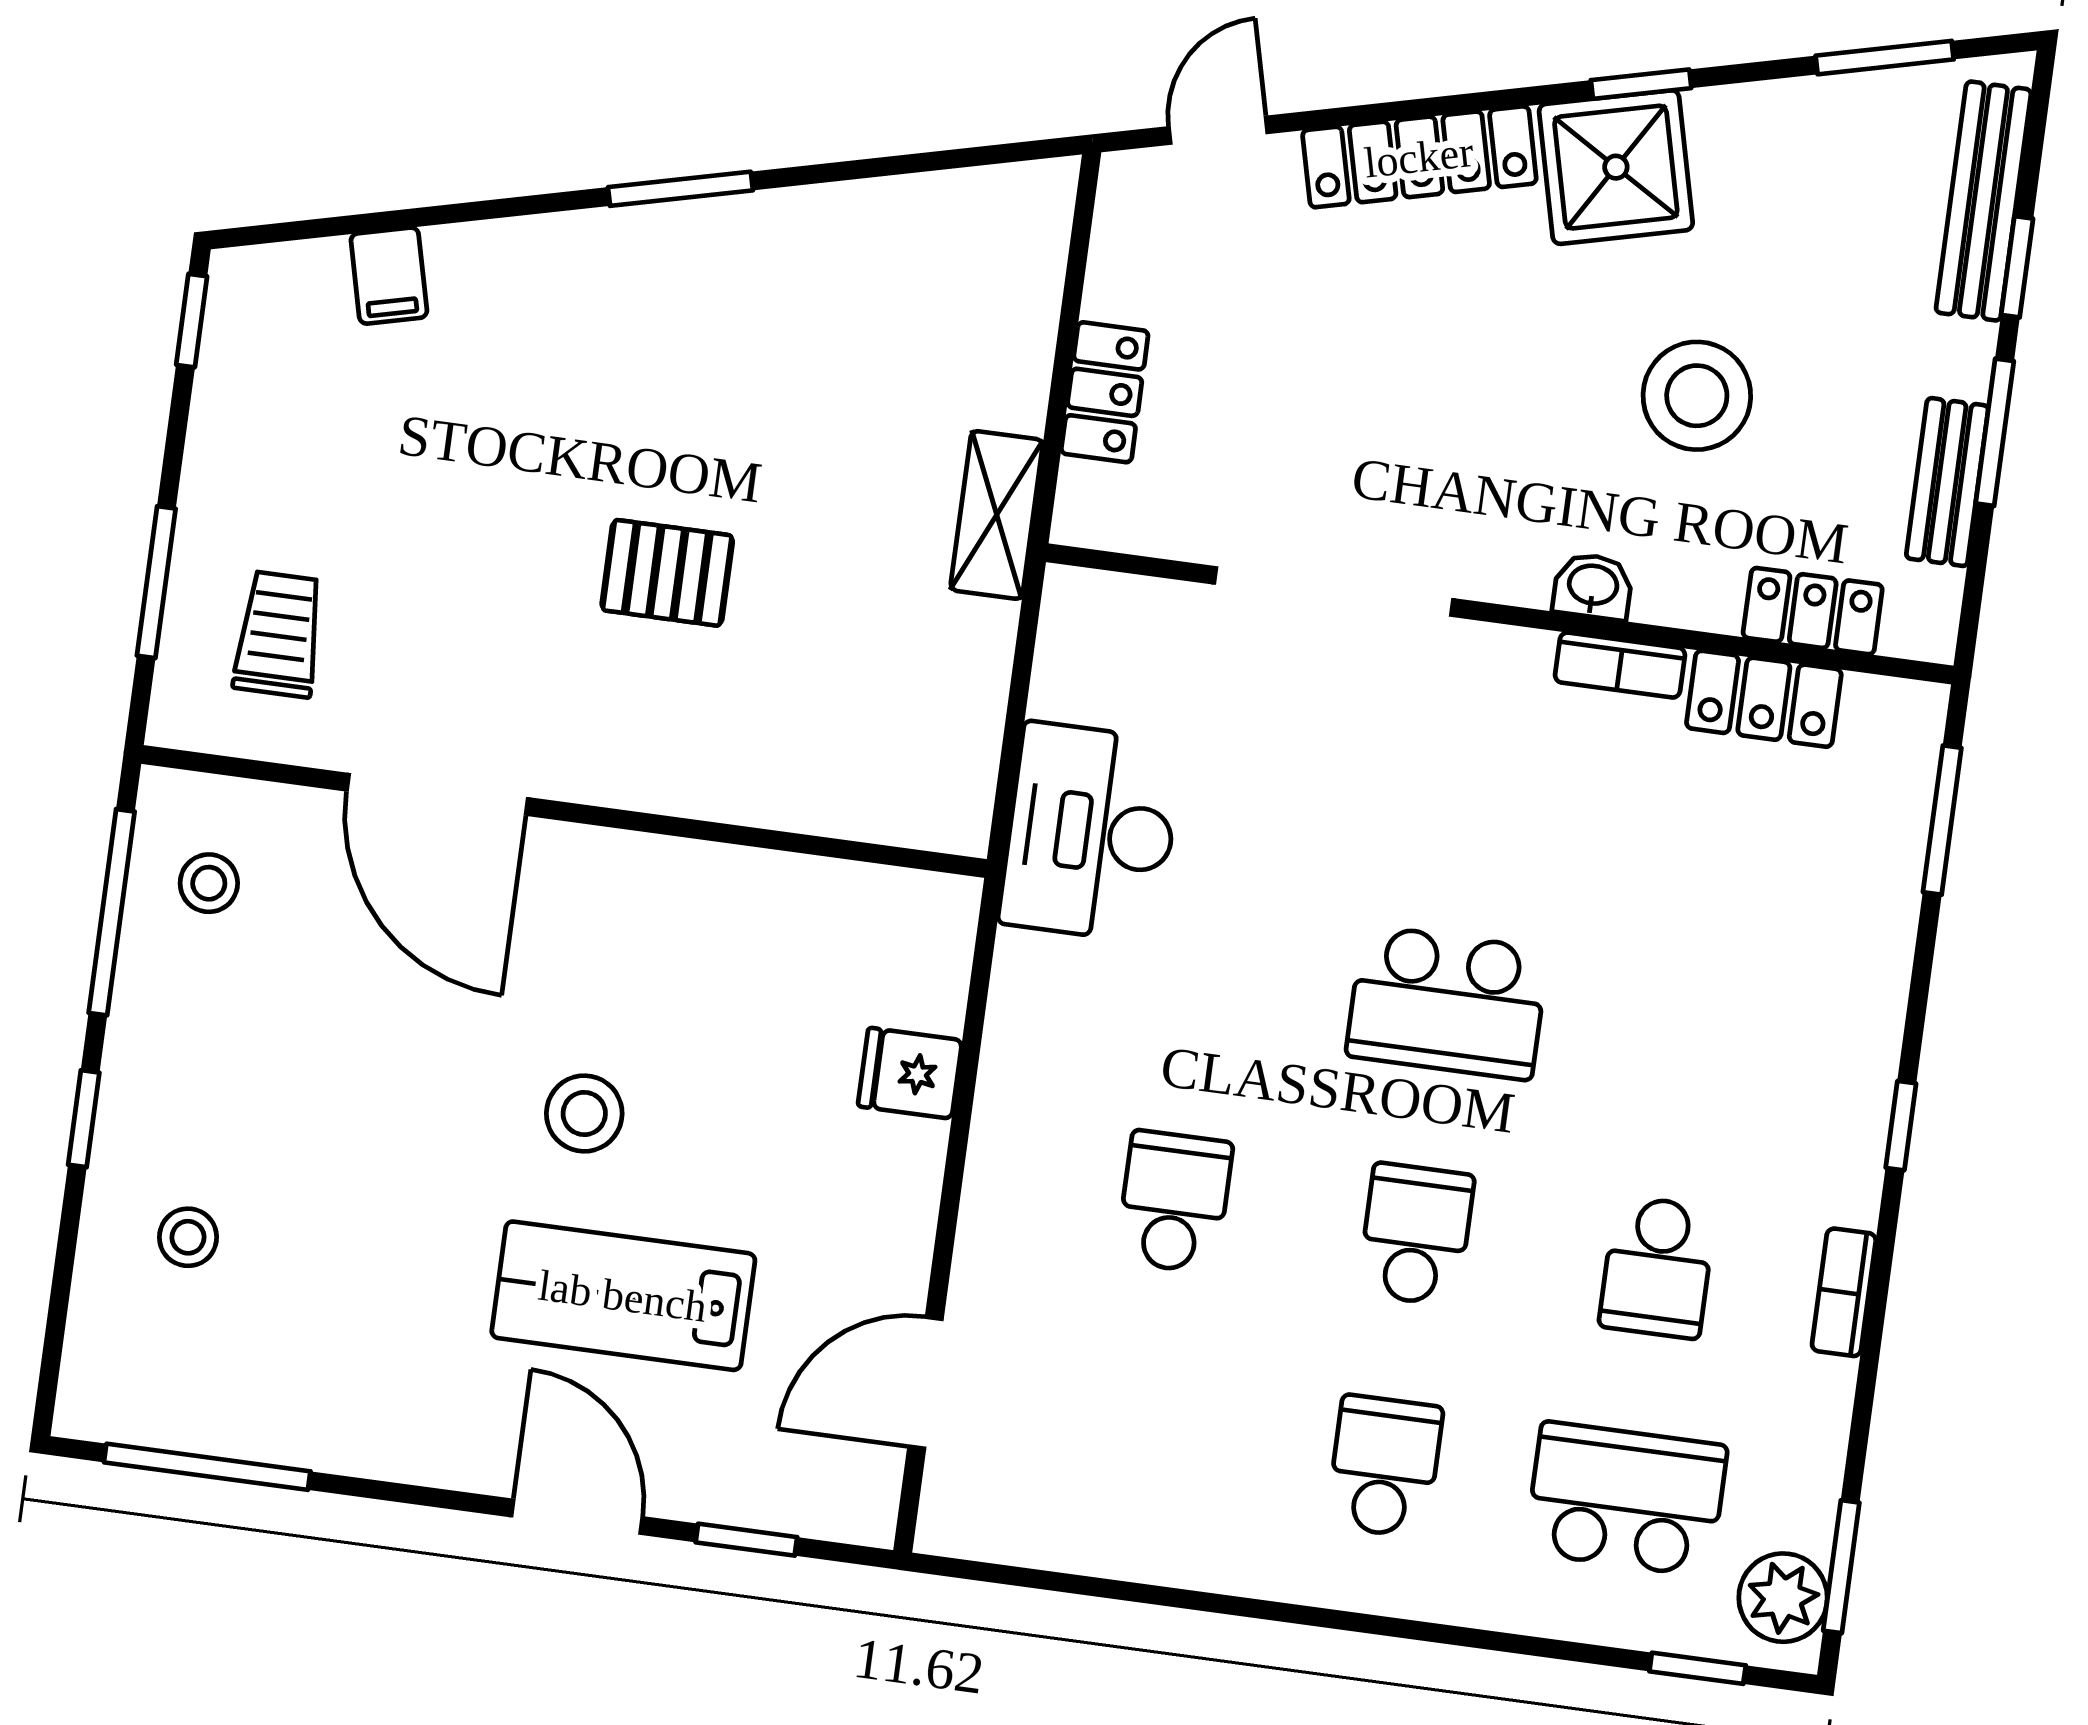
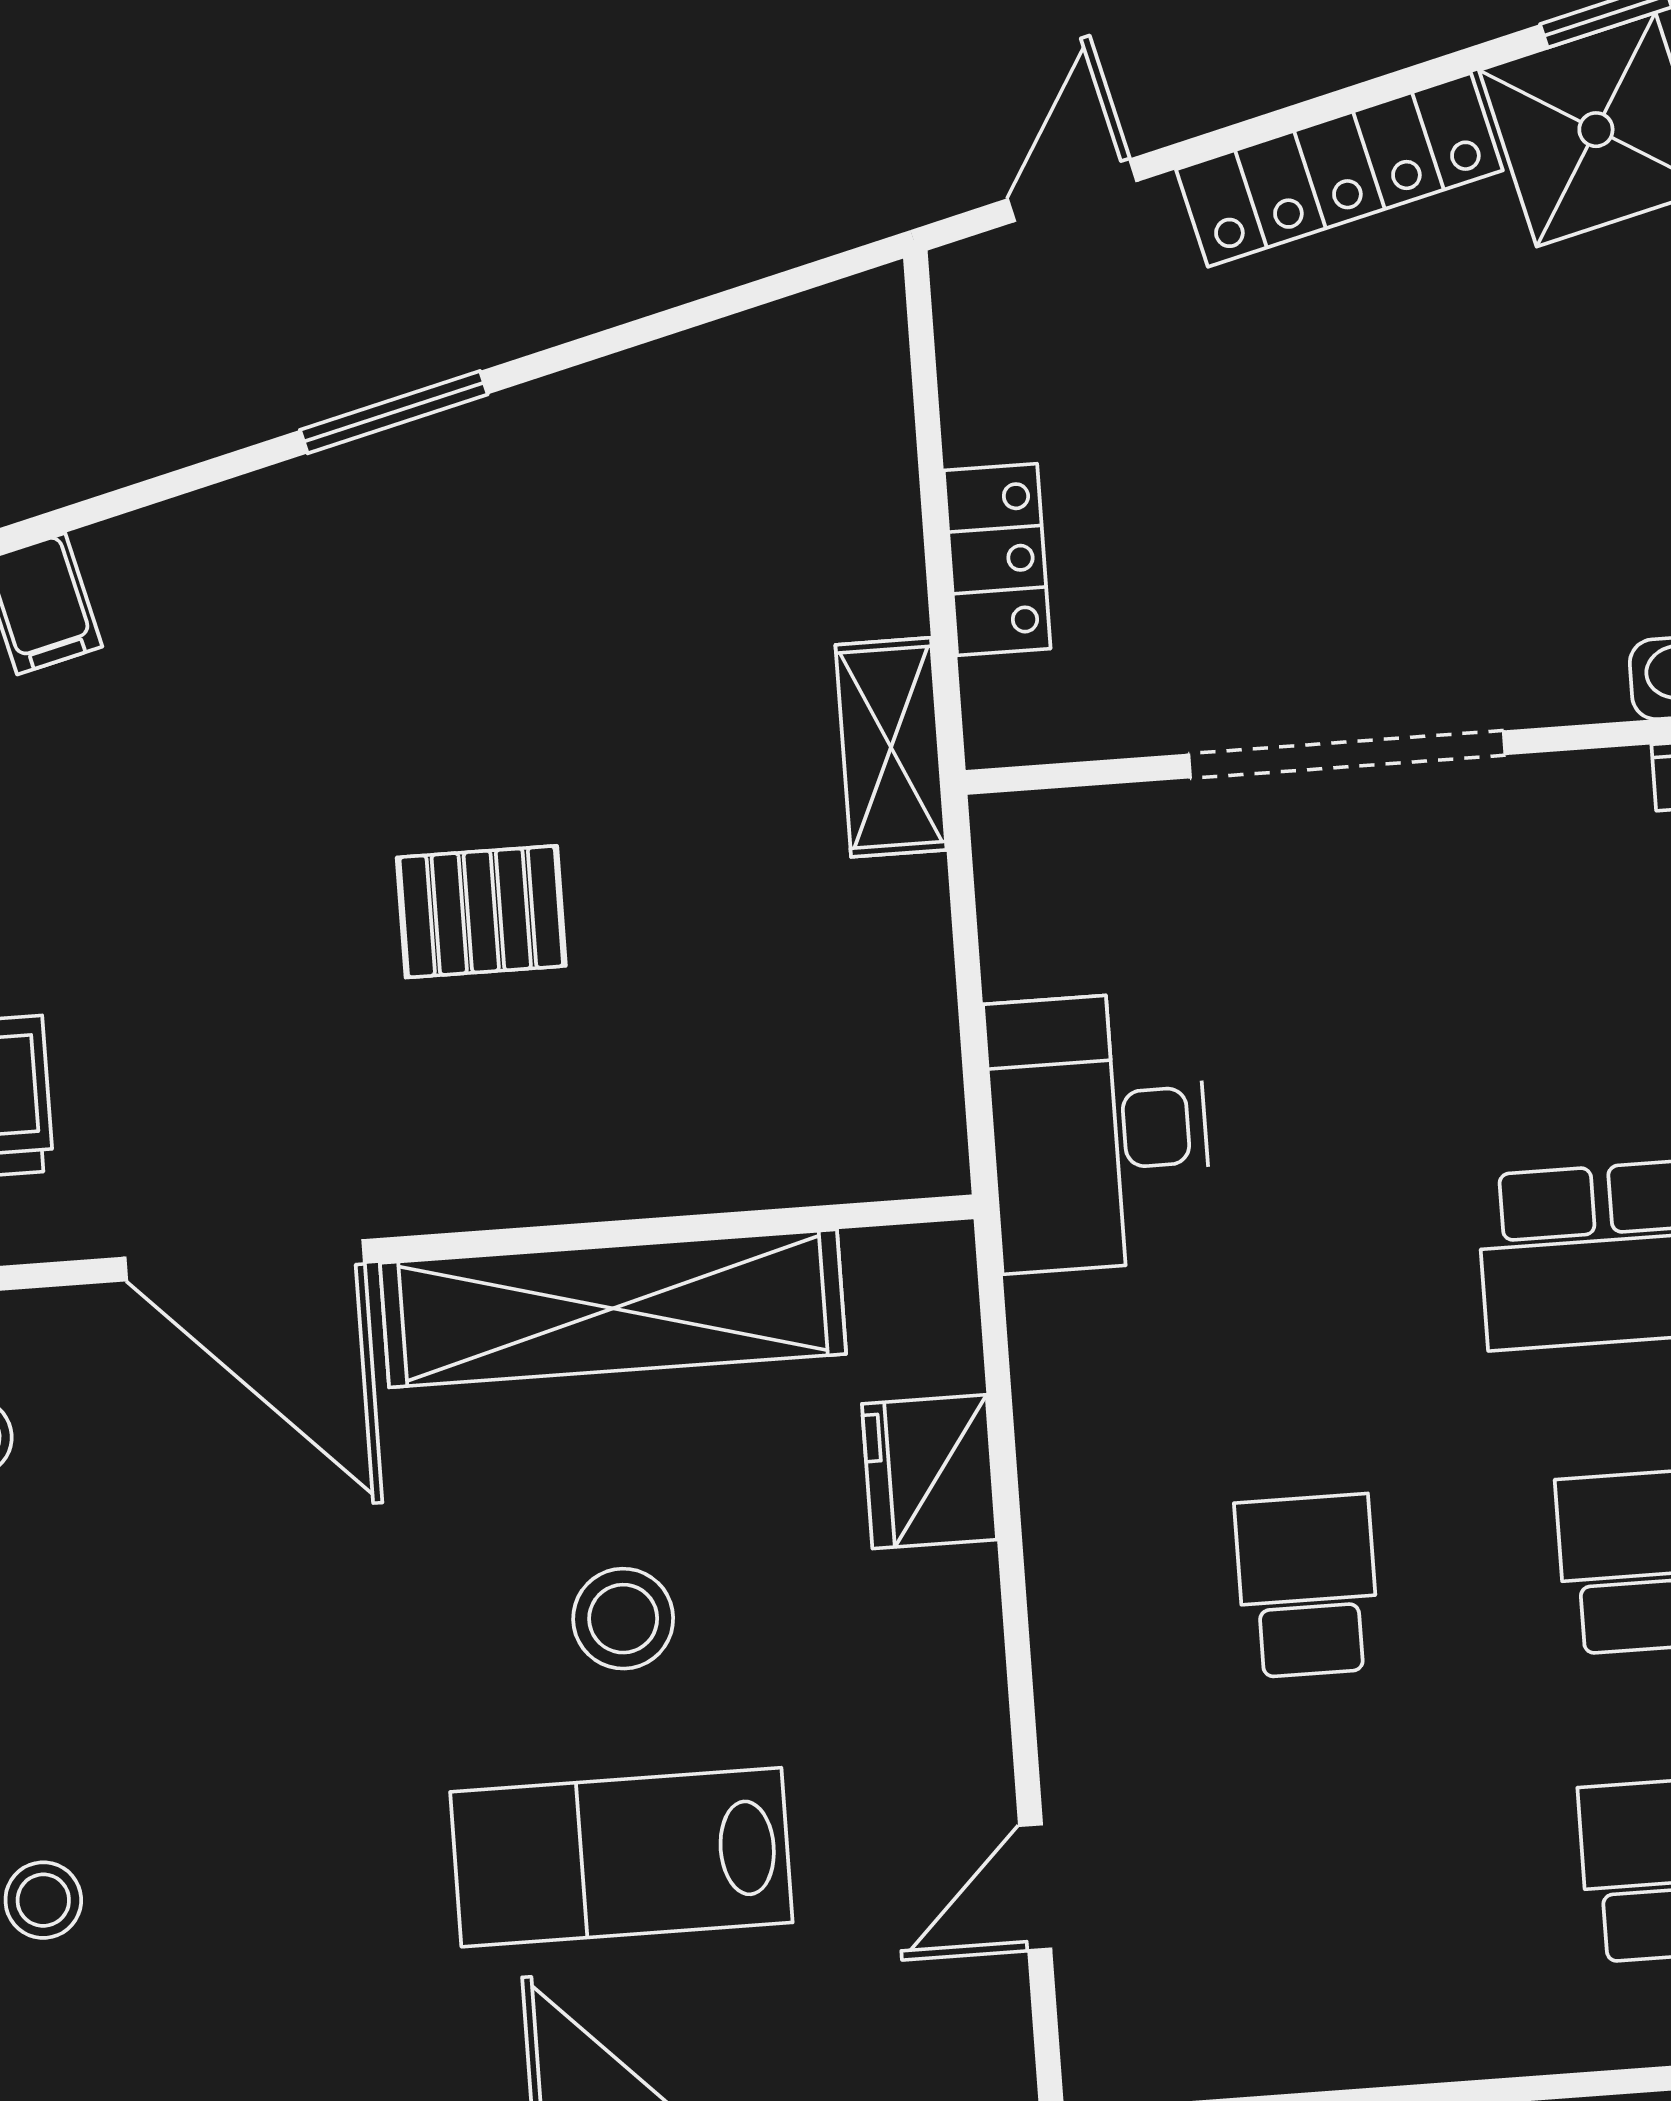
shelving: (703, 888) -> (613, 1308), added
fridge: (910, 1073) -> (929, 1472), width x1.38
stool: (584, 1113) -> (623, 1619), moved
door: (925, 1383) -> (1035, 1887), width x0.73

